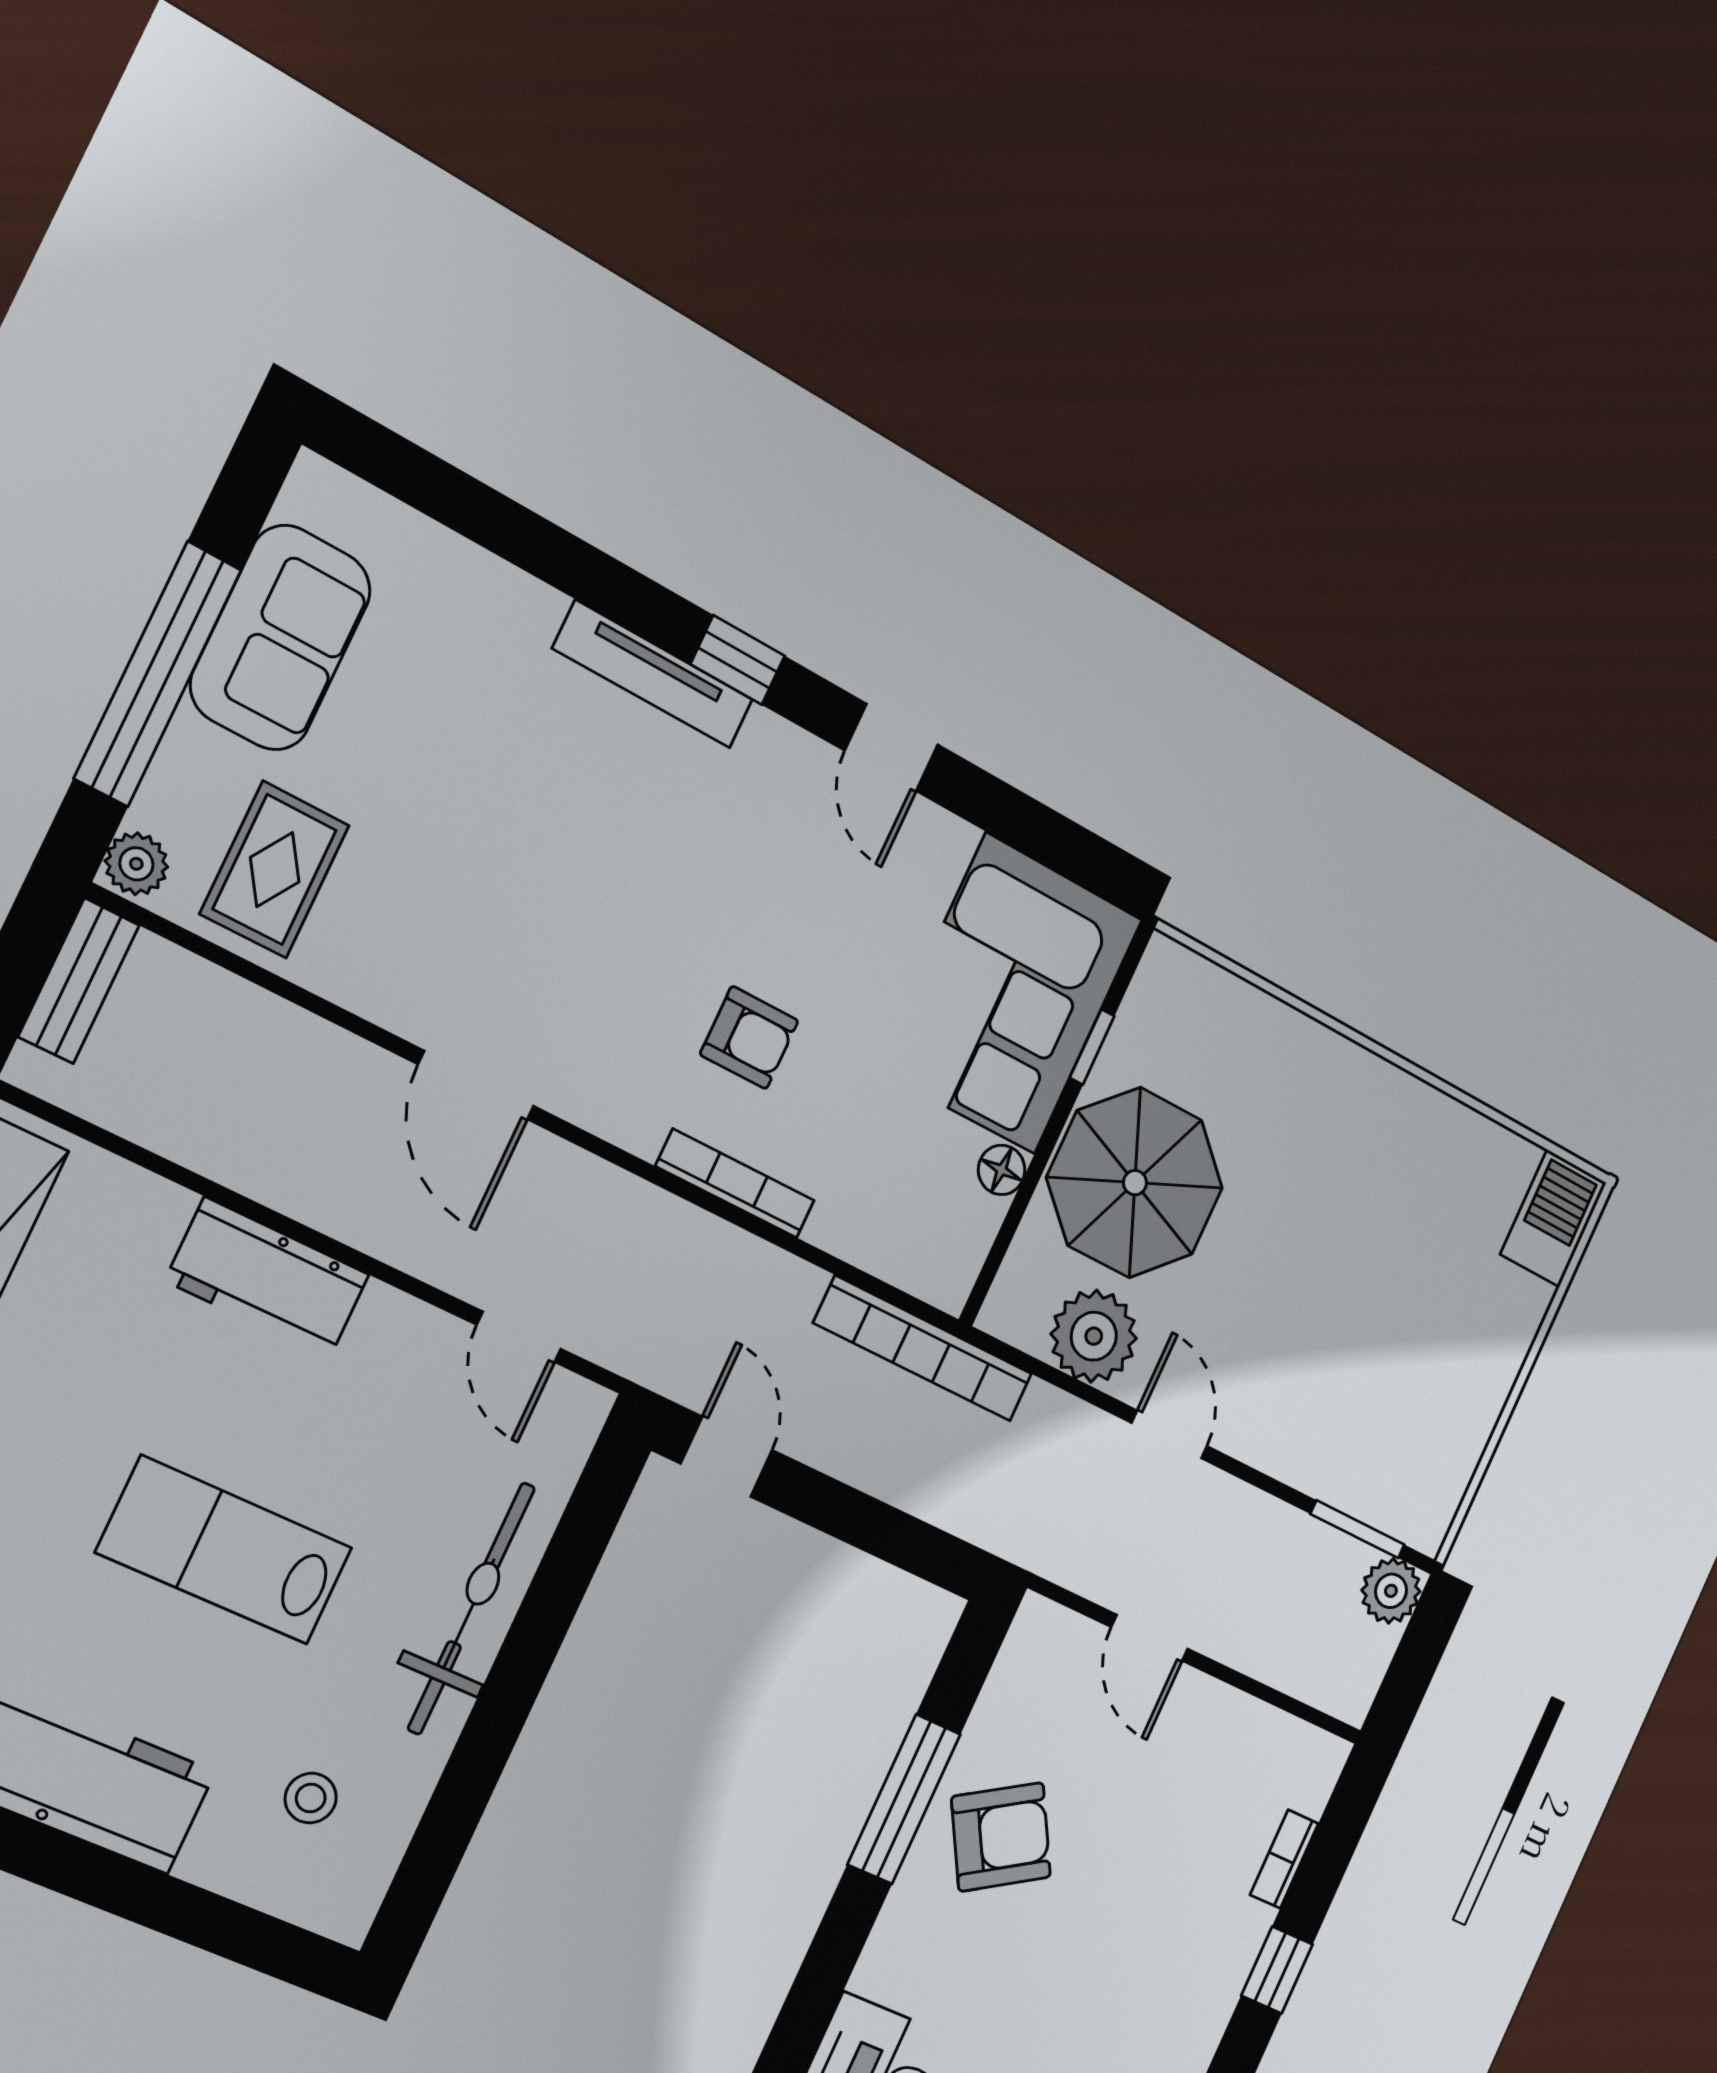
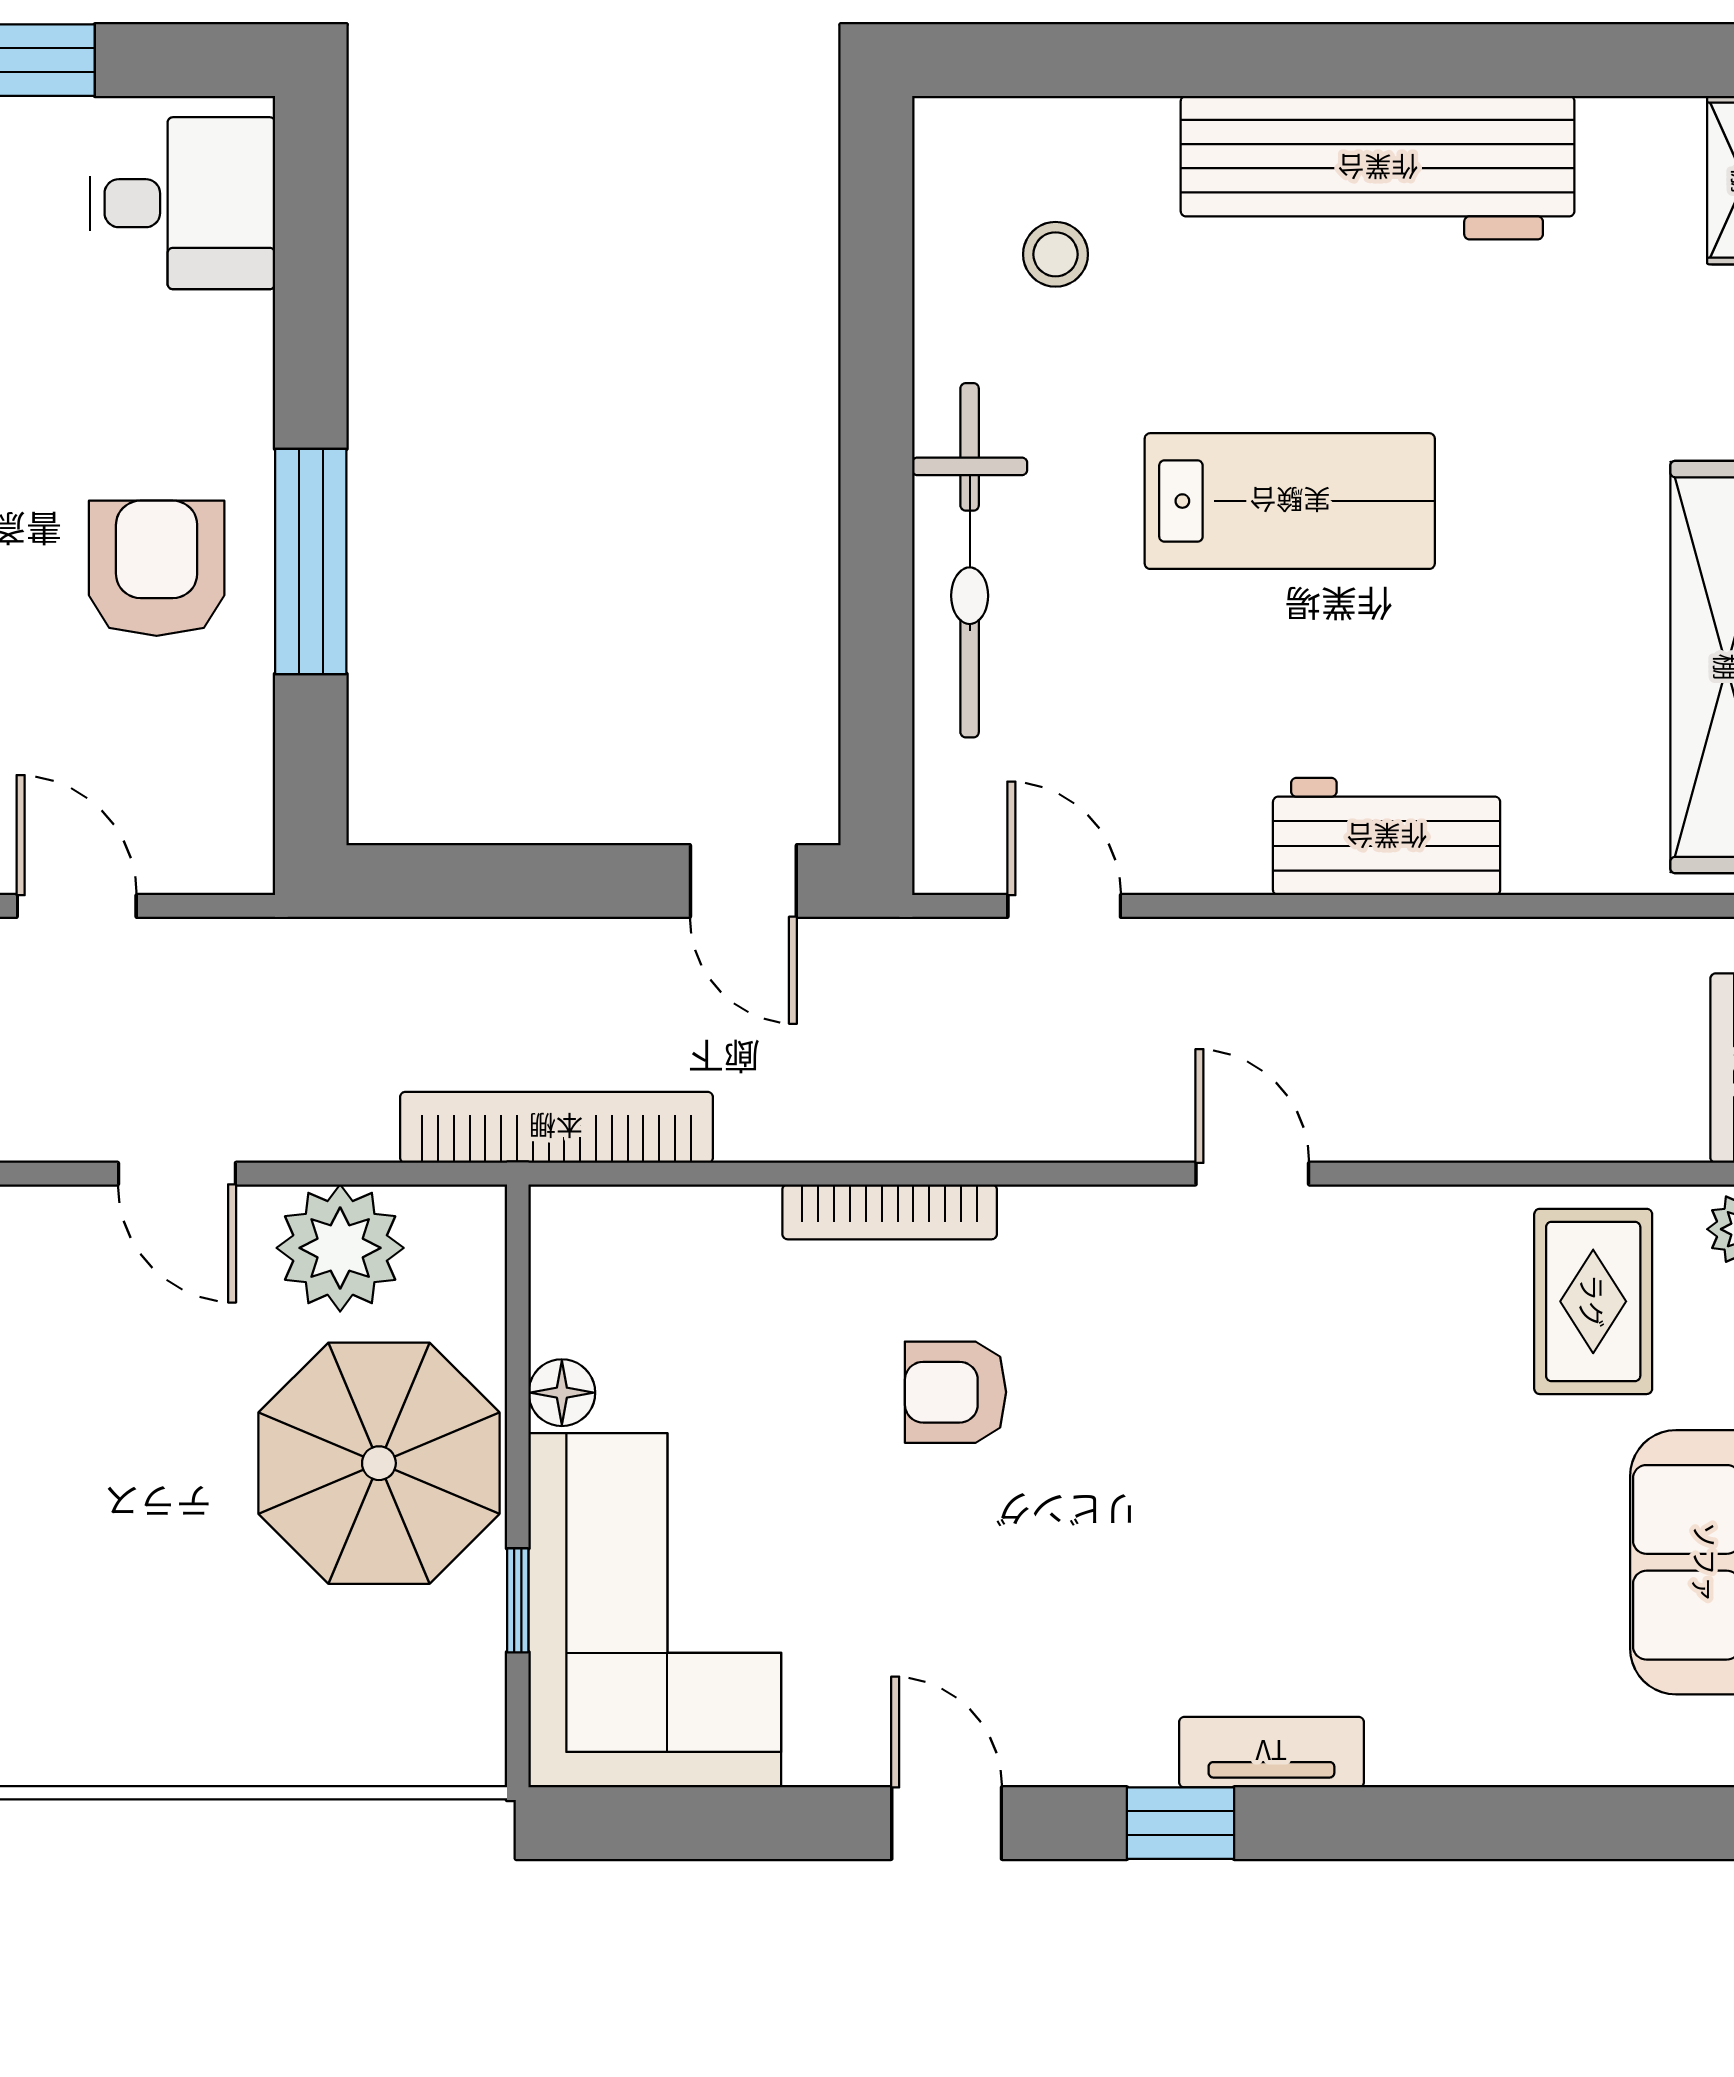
tv unit: (653, 674) -> (1271, 1752), width x0.71
door: (476, 1085) -> (1252, 1174), width x0.73
armchair: (1001, 1837) -> (157, 568), turned 121

